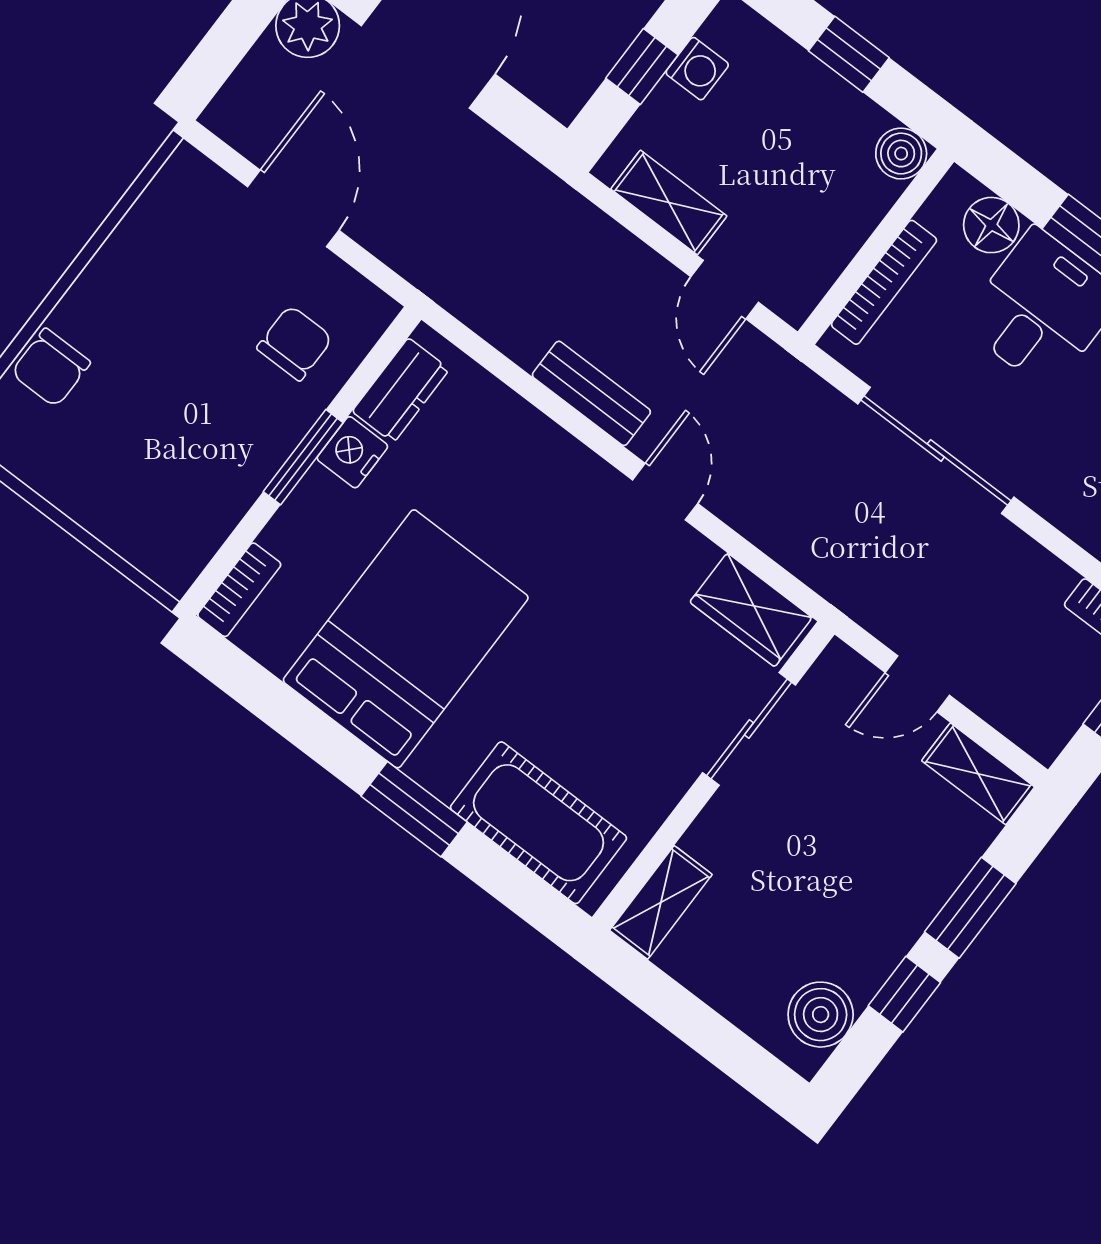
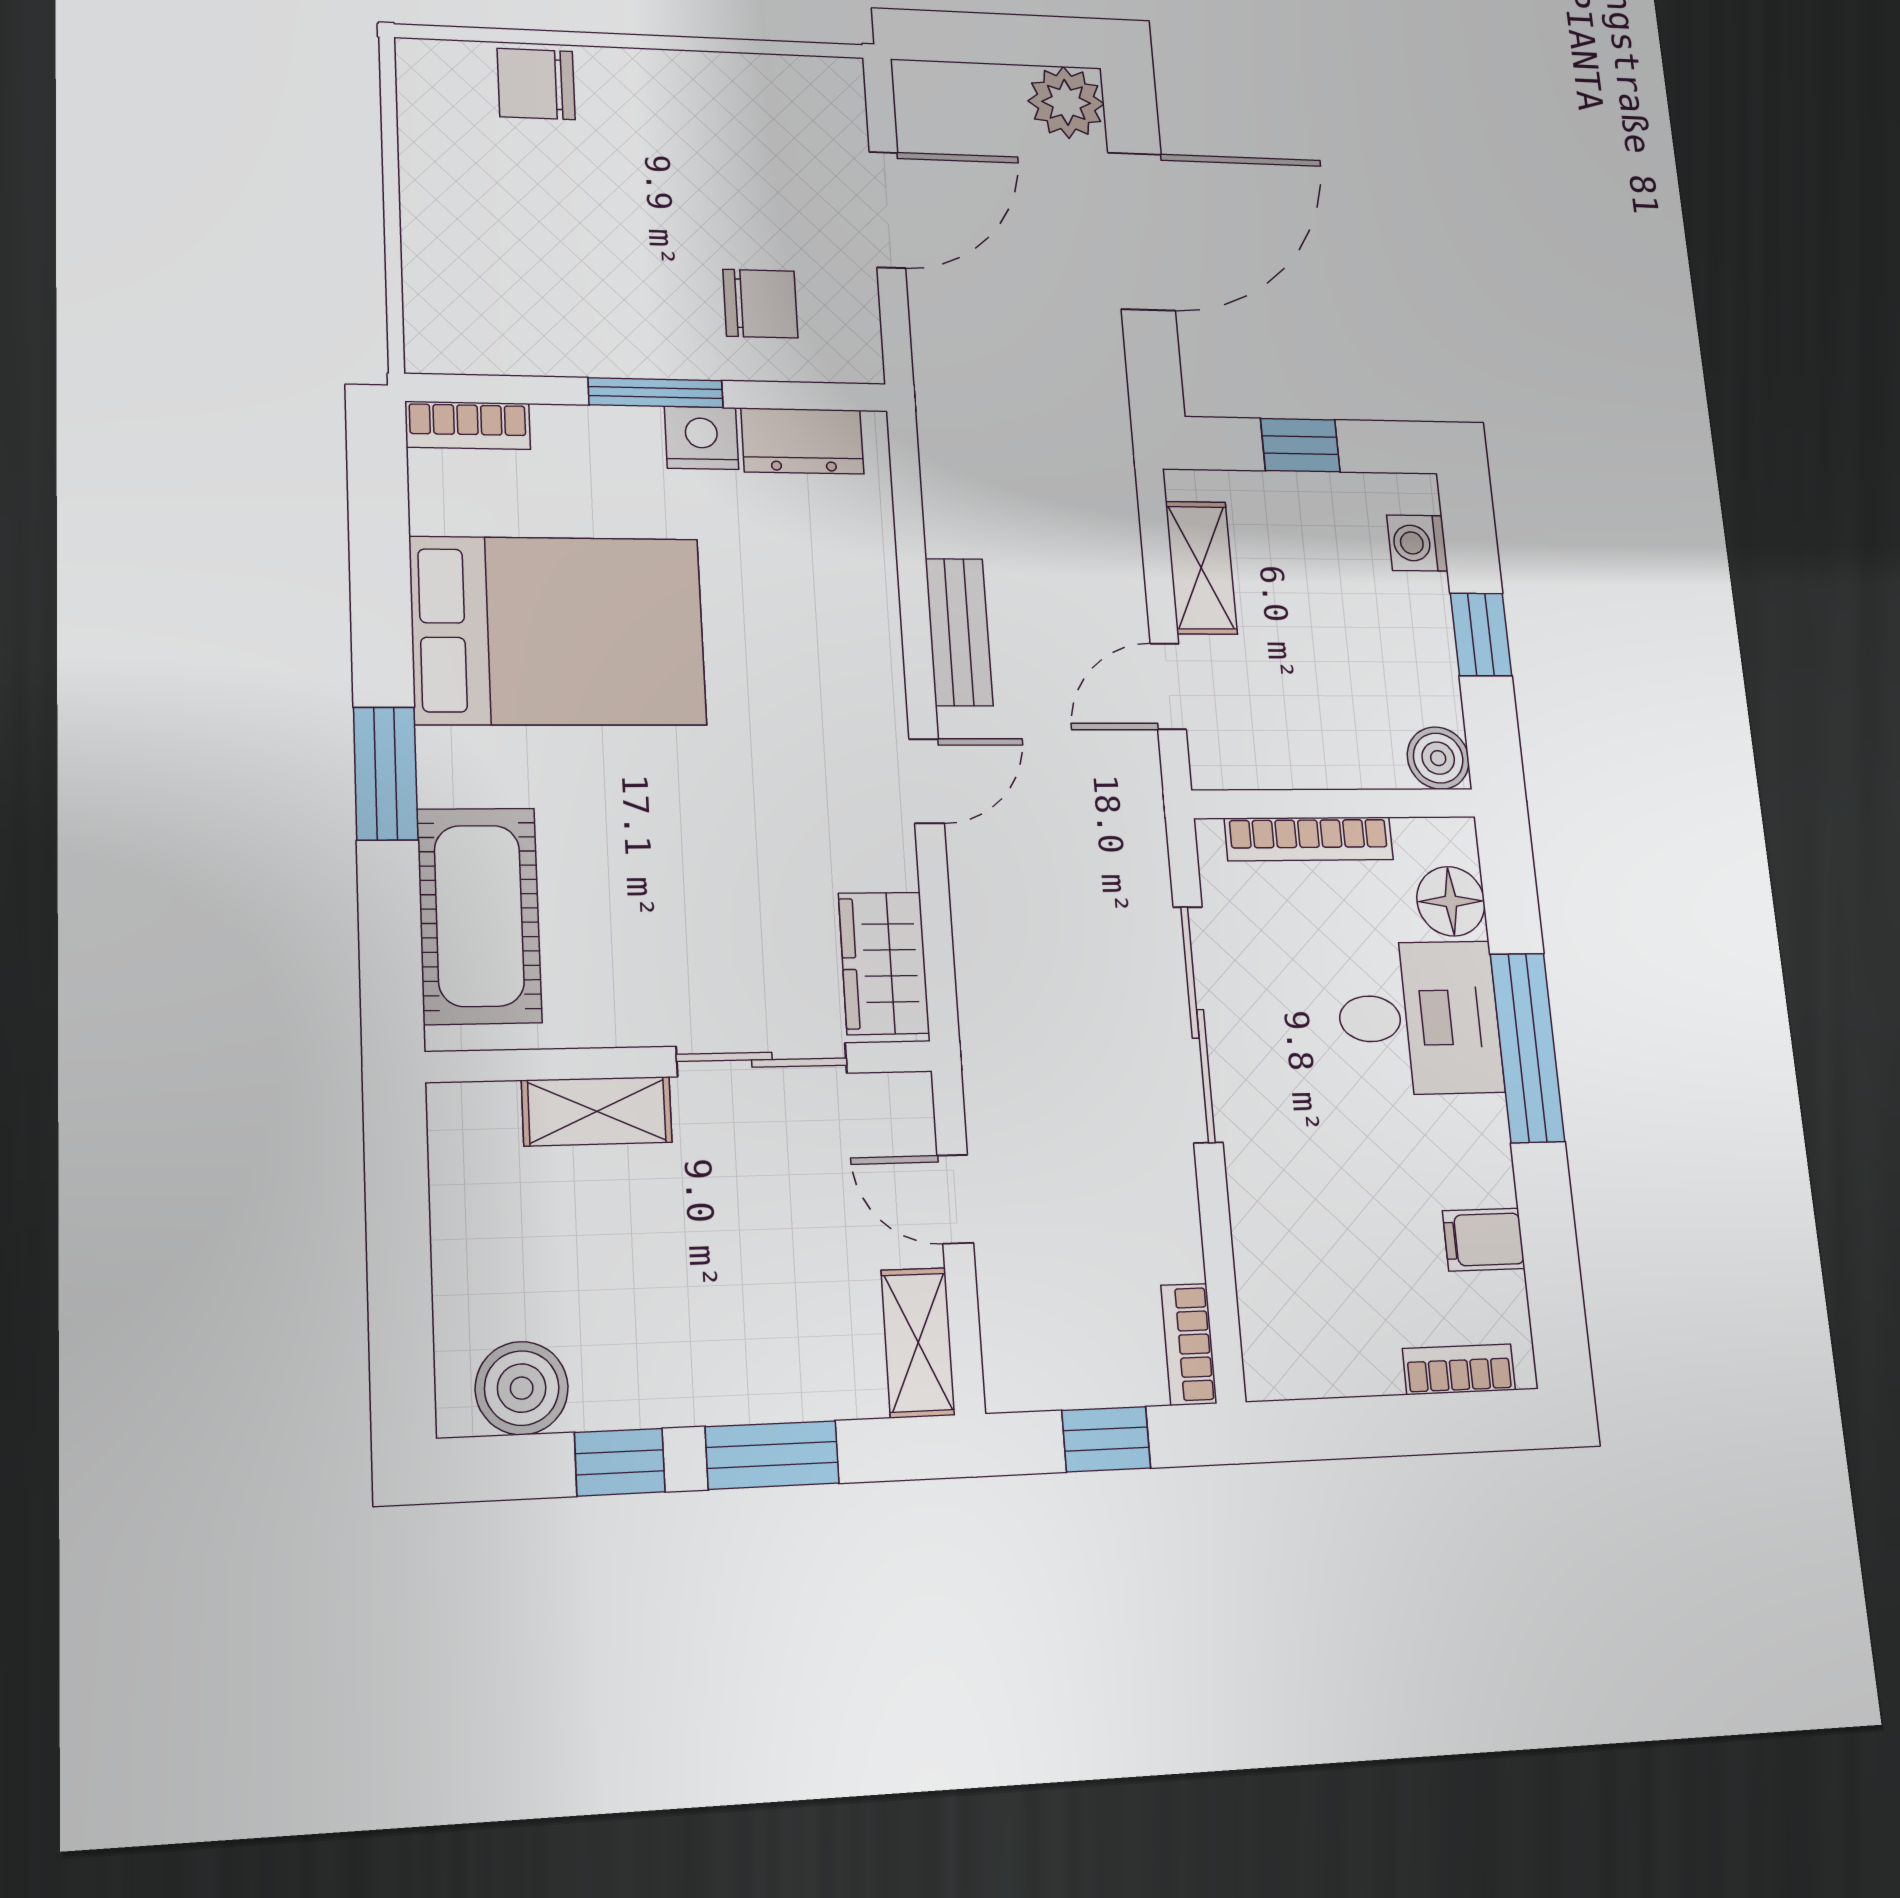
washing machine: (697, 69) -> (1417, 543), moved, turned 90
shelving: (661, 902) -> (597, 1111), moved

